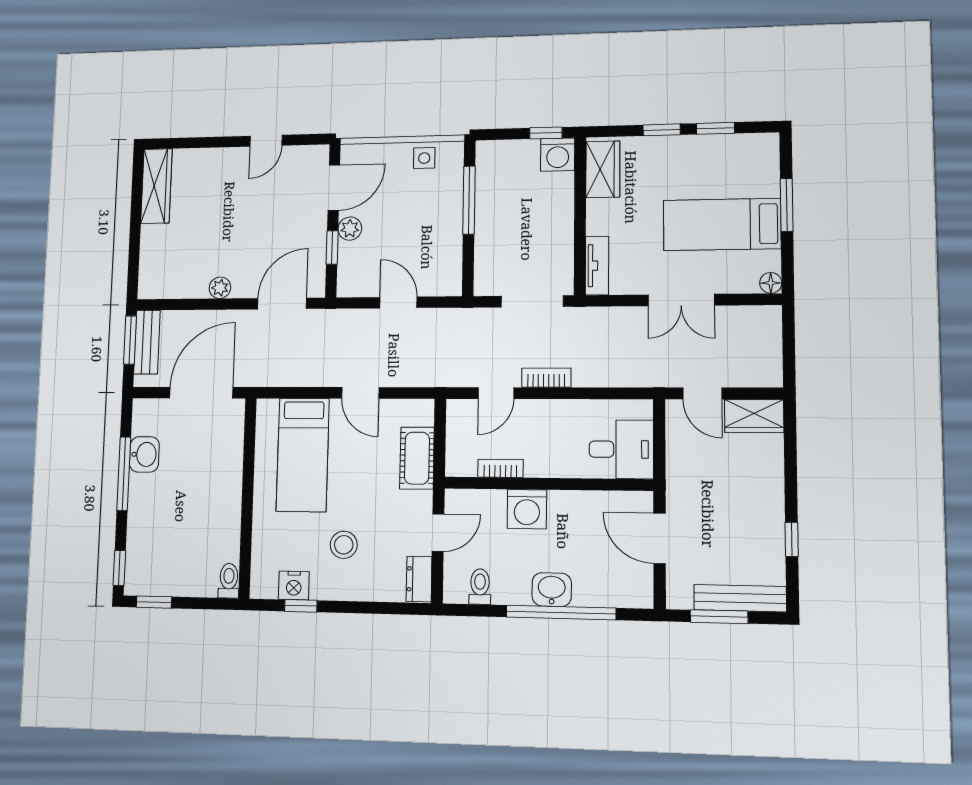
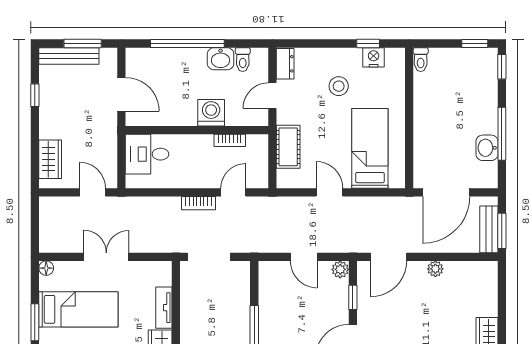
plant: (350, 229) -> (340, 269), moved
tv unit: (597, 266) -> (164, 308), moved
wardrobe: (754, 416) -> (50, 159), moved, turned 90
washbasin: (552, 590) -> (221, 59), moved

